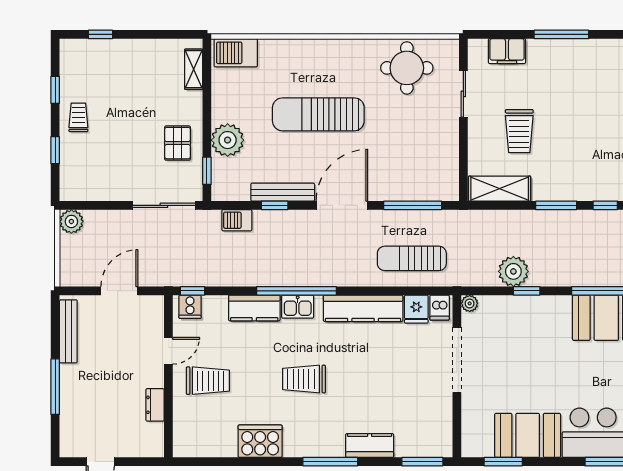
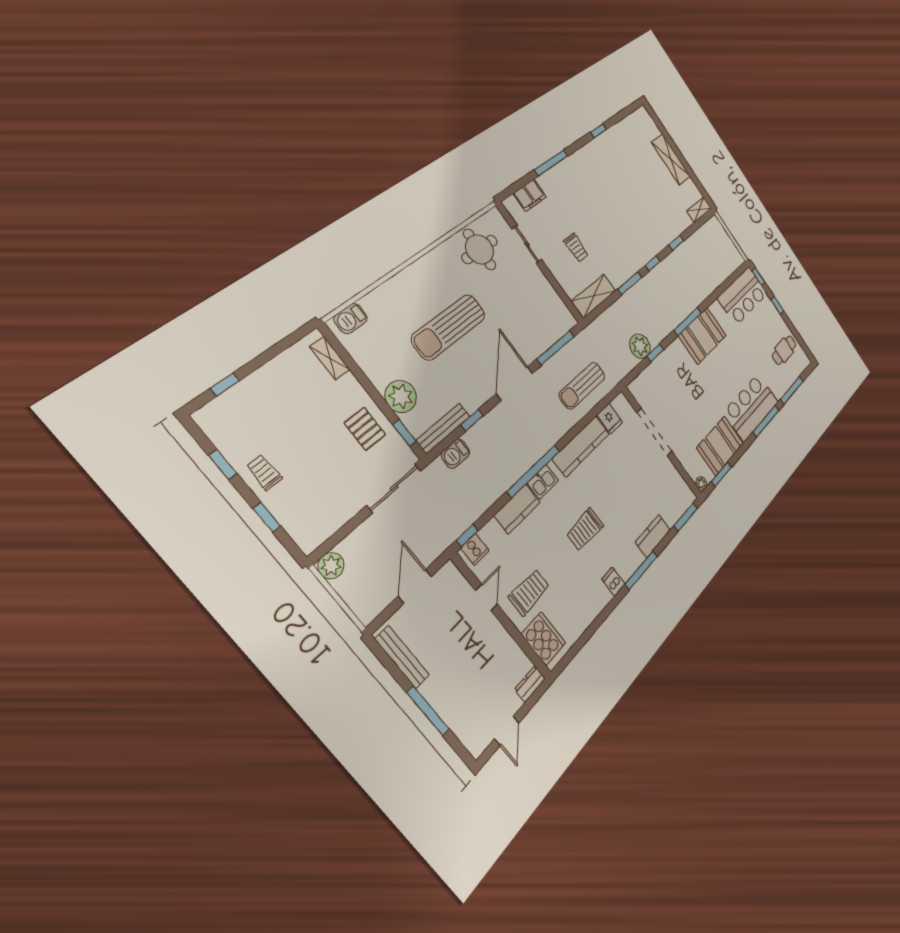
barbecue: (236, 53) -> (351, 319), width x0.73, depth x0.79
trolley: (519, 131) -> (576, 248), width x0.73, depth x0.72
bench: (283, 192) -> (443, 428), moved
plant: (470, 303) -> (701, 484), moved
dishwasher: (440, 308) -> (613, 582), moved, turned 180
dresser: (155, 405) -> (530, 684), moved, turned 90
cooker: (260, 441) -> (543, 639), moved, turned 90

